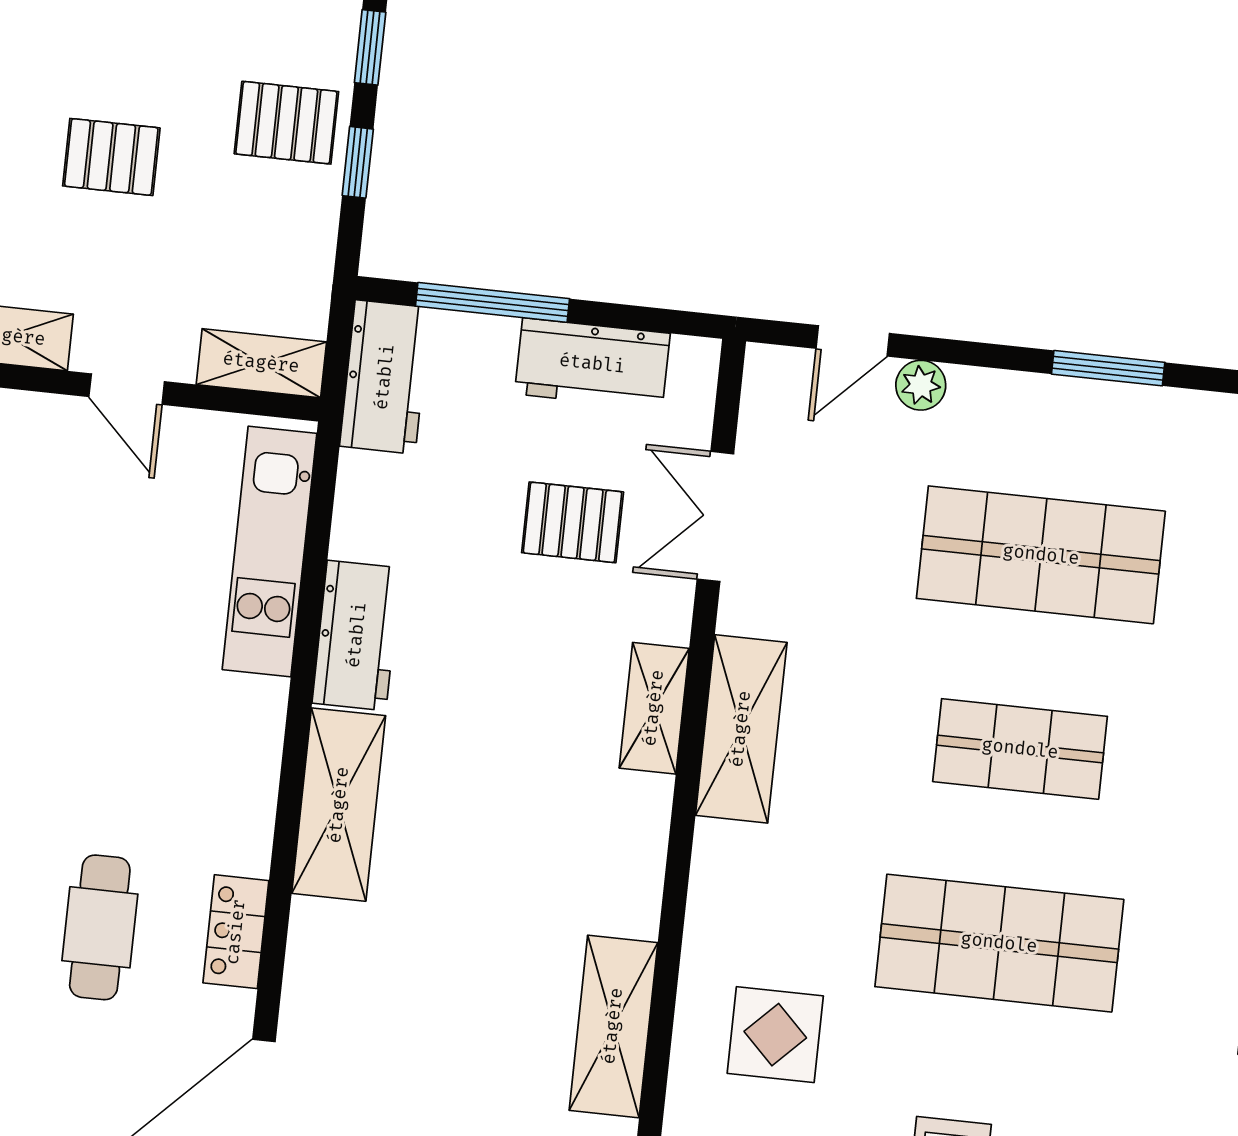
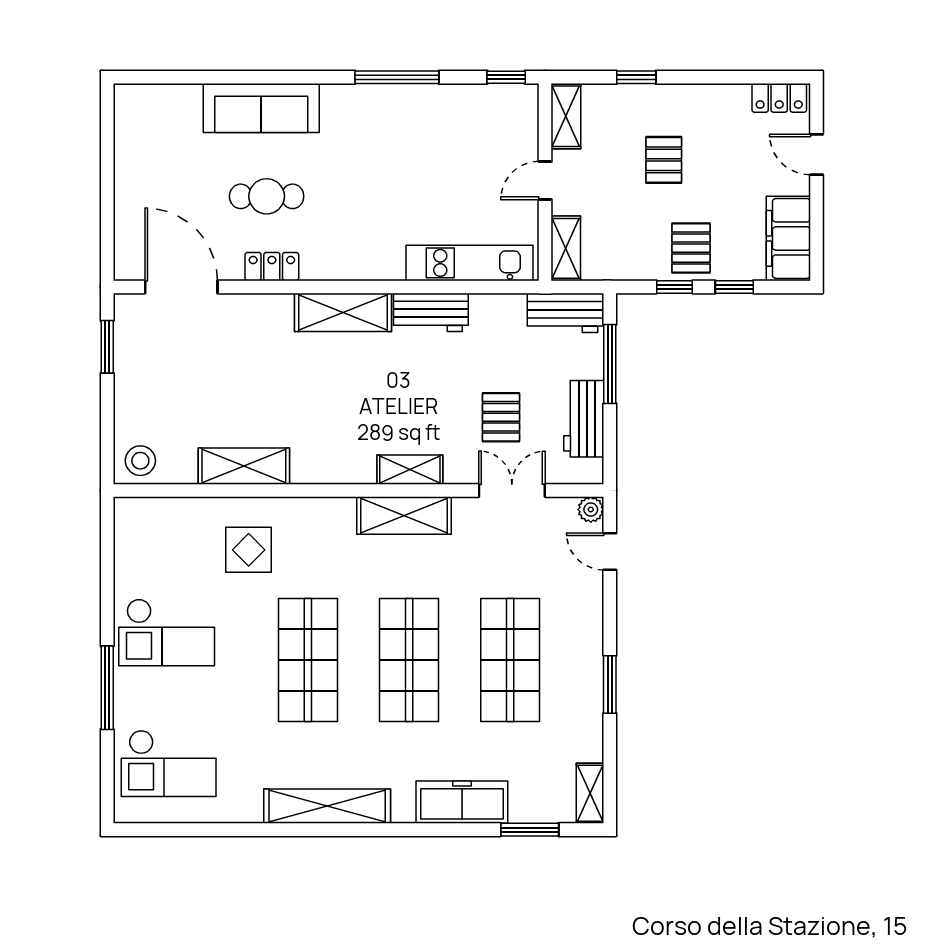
plant: (921, 385) -> (591, 510), moved
shop shelf: (1020, 749) -> (409, 660), width x1.43, depth x1.36

